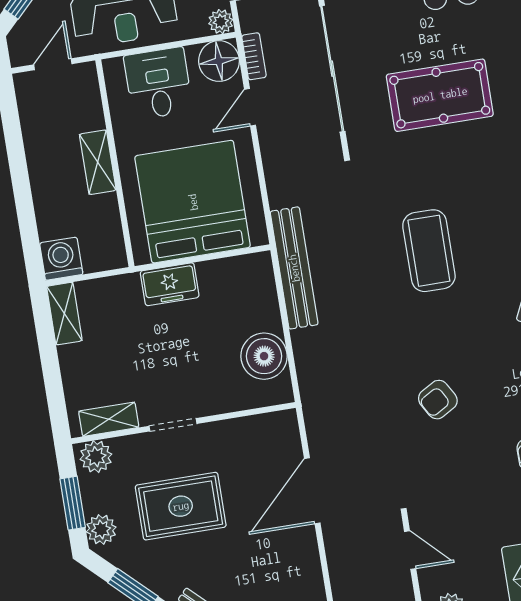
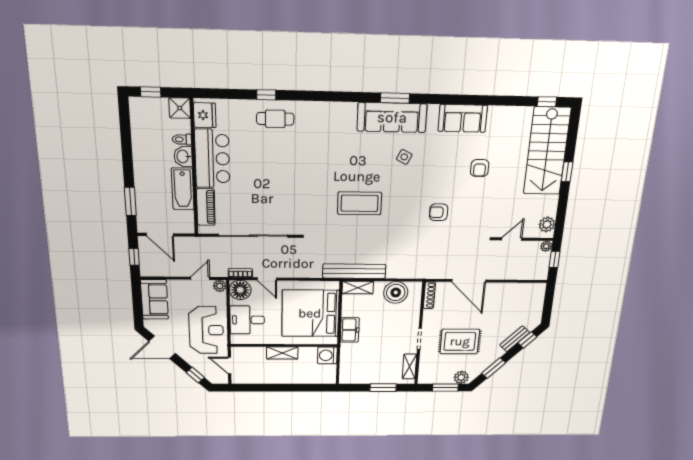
pool table: (440, 95) -> (277, 183), removed
washing machine: (61, 259) -> (327, 355), moved
shelving: (64, 314) -> (358, 288), moved
window: (52, 377) -> (383, 388), added
armchair: (438, 400) -> (439, 212), turned 120
shoe rack: (269, 422) -> (429, 295), added
plant: (96, 457) -> (426, 375), removed
rug: (181, 506) -> (460, 341), turned 90

